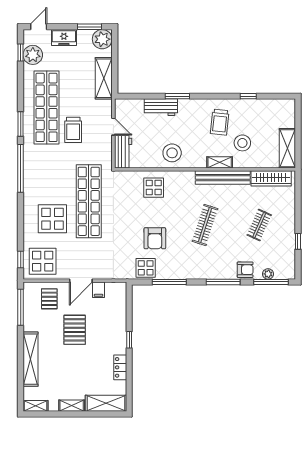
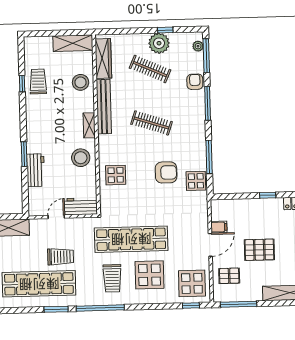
trolley: (220, 122) -> (38, 81), moved, turned -96
stool: (242, 143) -> (81, 82), moved
shelving: (220, 162) -> (89, 125), moved
trolley: (50, 181) -> (112, 278), added
clothes rail: (259, 225) -> (150, 69), width x1.36
plant: (285, 235) -> (159, 43), added
plant: (268, 274) -> (198, 46), moved
door: (81, 281) -> (210, 245), hinge flipped

